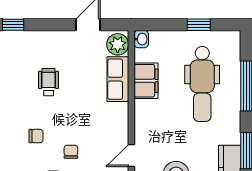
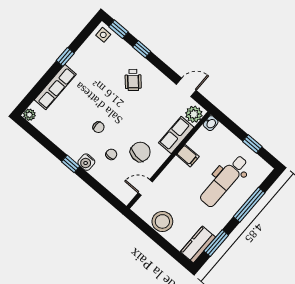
filing cabinet: (146, 81) -> (188, 156), width x0.50
wheelchair: (49, 82) -> (133, 80), moved, turned 138
chair: (97, 125) -> (140, 152), added

